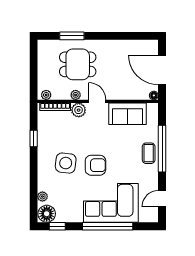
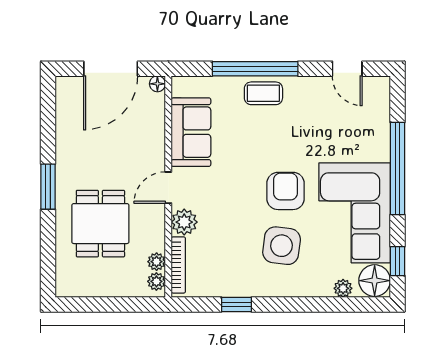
window: (72, 36) -> (48, 187), moved
plant: (76, 95) -> (157, 262), moved
corner sofa: (111, 203) -> (355, 213), moved

